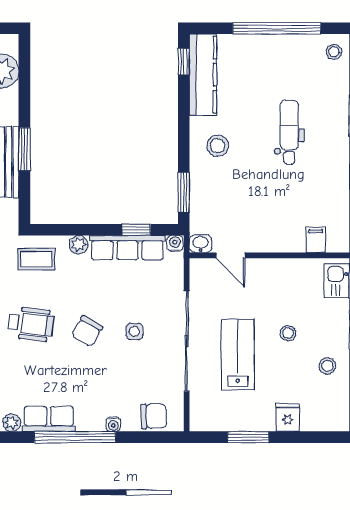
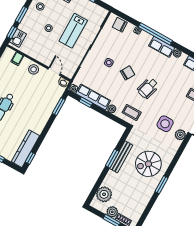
stool: (218, 146) -> (34, 69), moved
wheelchair: (31, 324) -> (148, 88), turned -81

